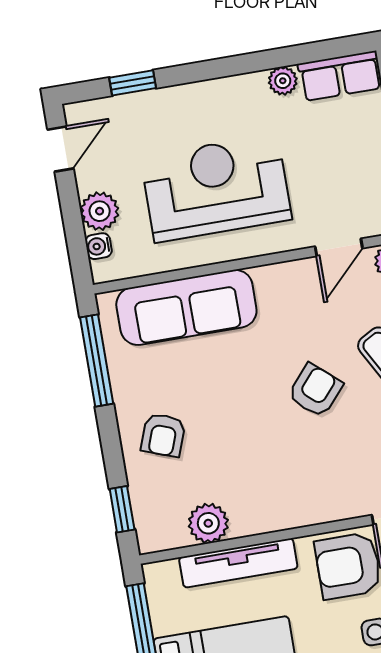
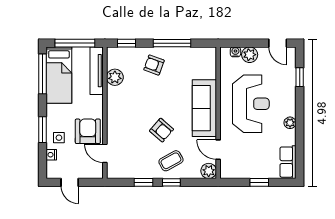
plant: (283, 81) -> (290, 123), moved
sofa: (186, 307) -> (204, 108), moved
window: (97, 360) -> (172, 43), moved
tv unit: (238, 563) -> (97, 71), moved

